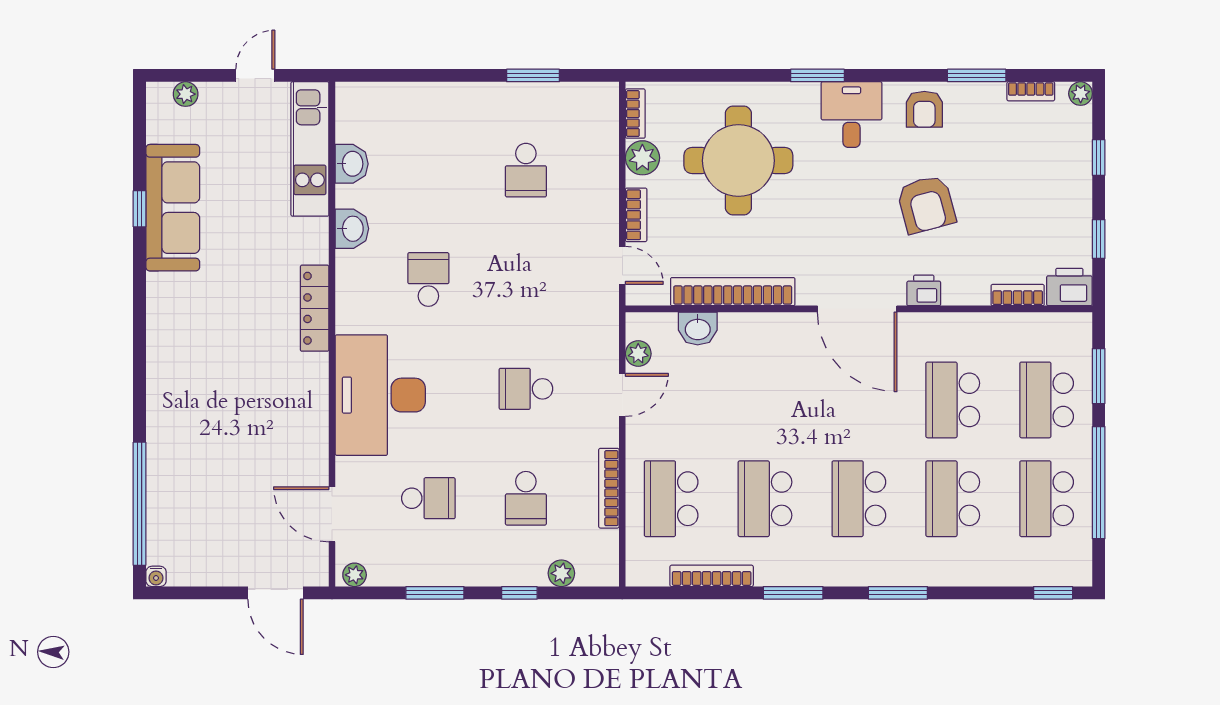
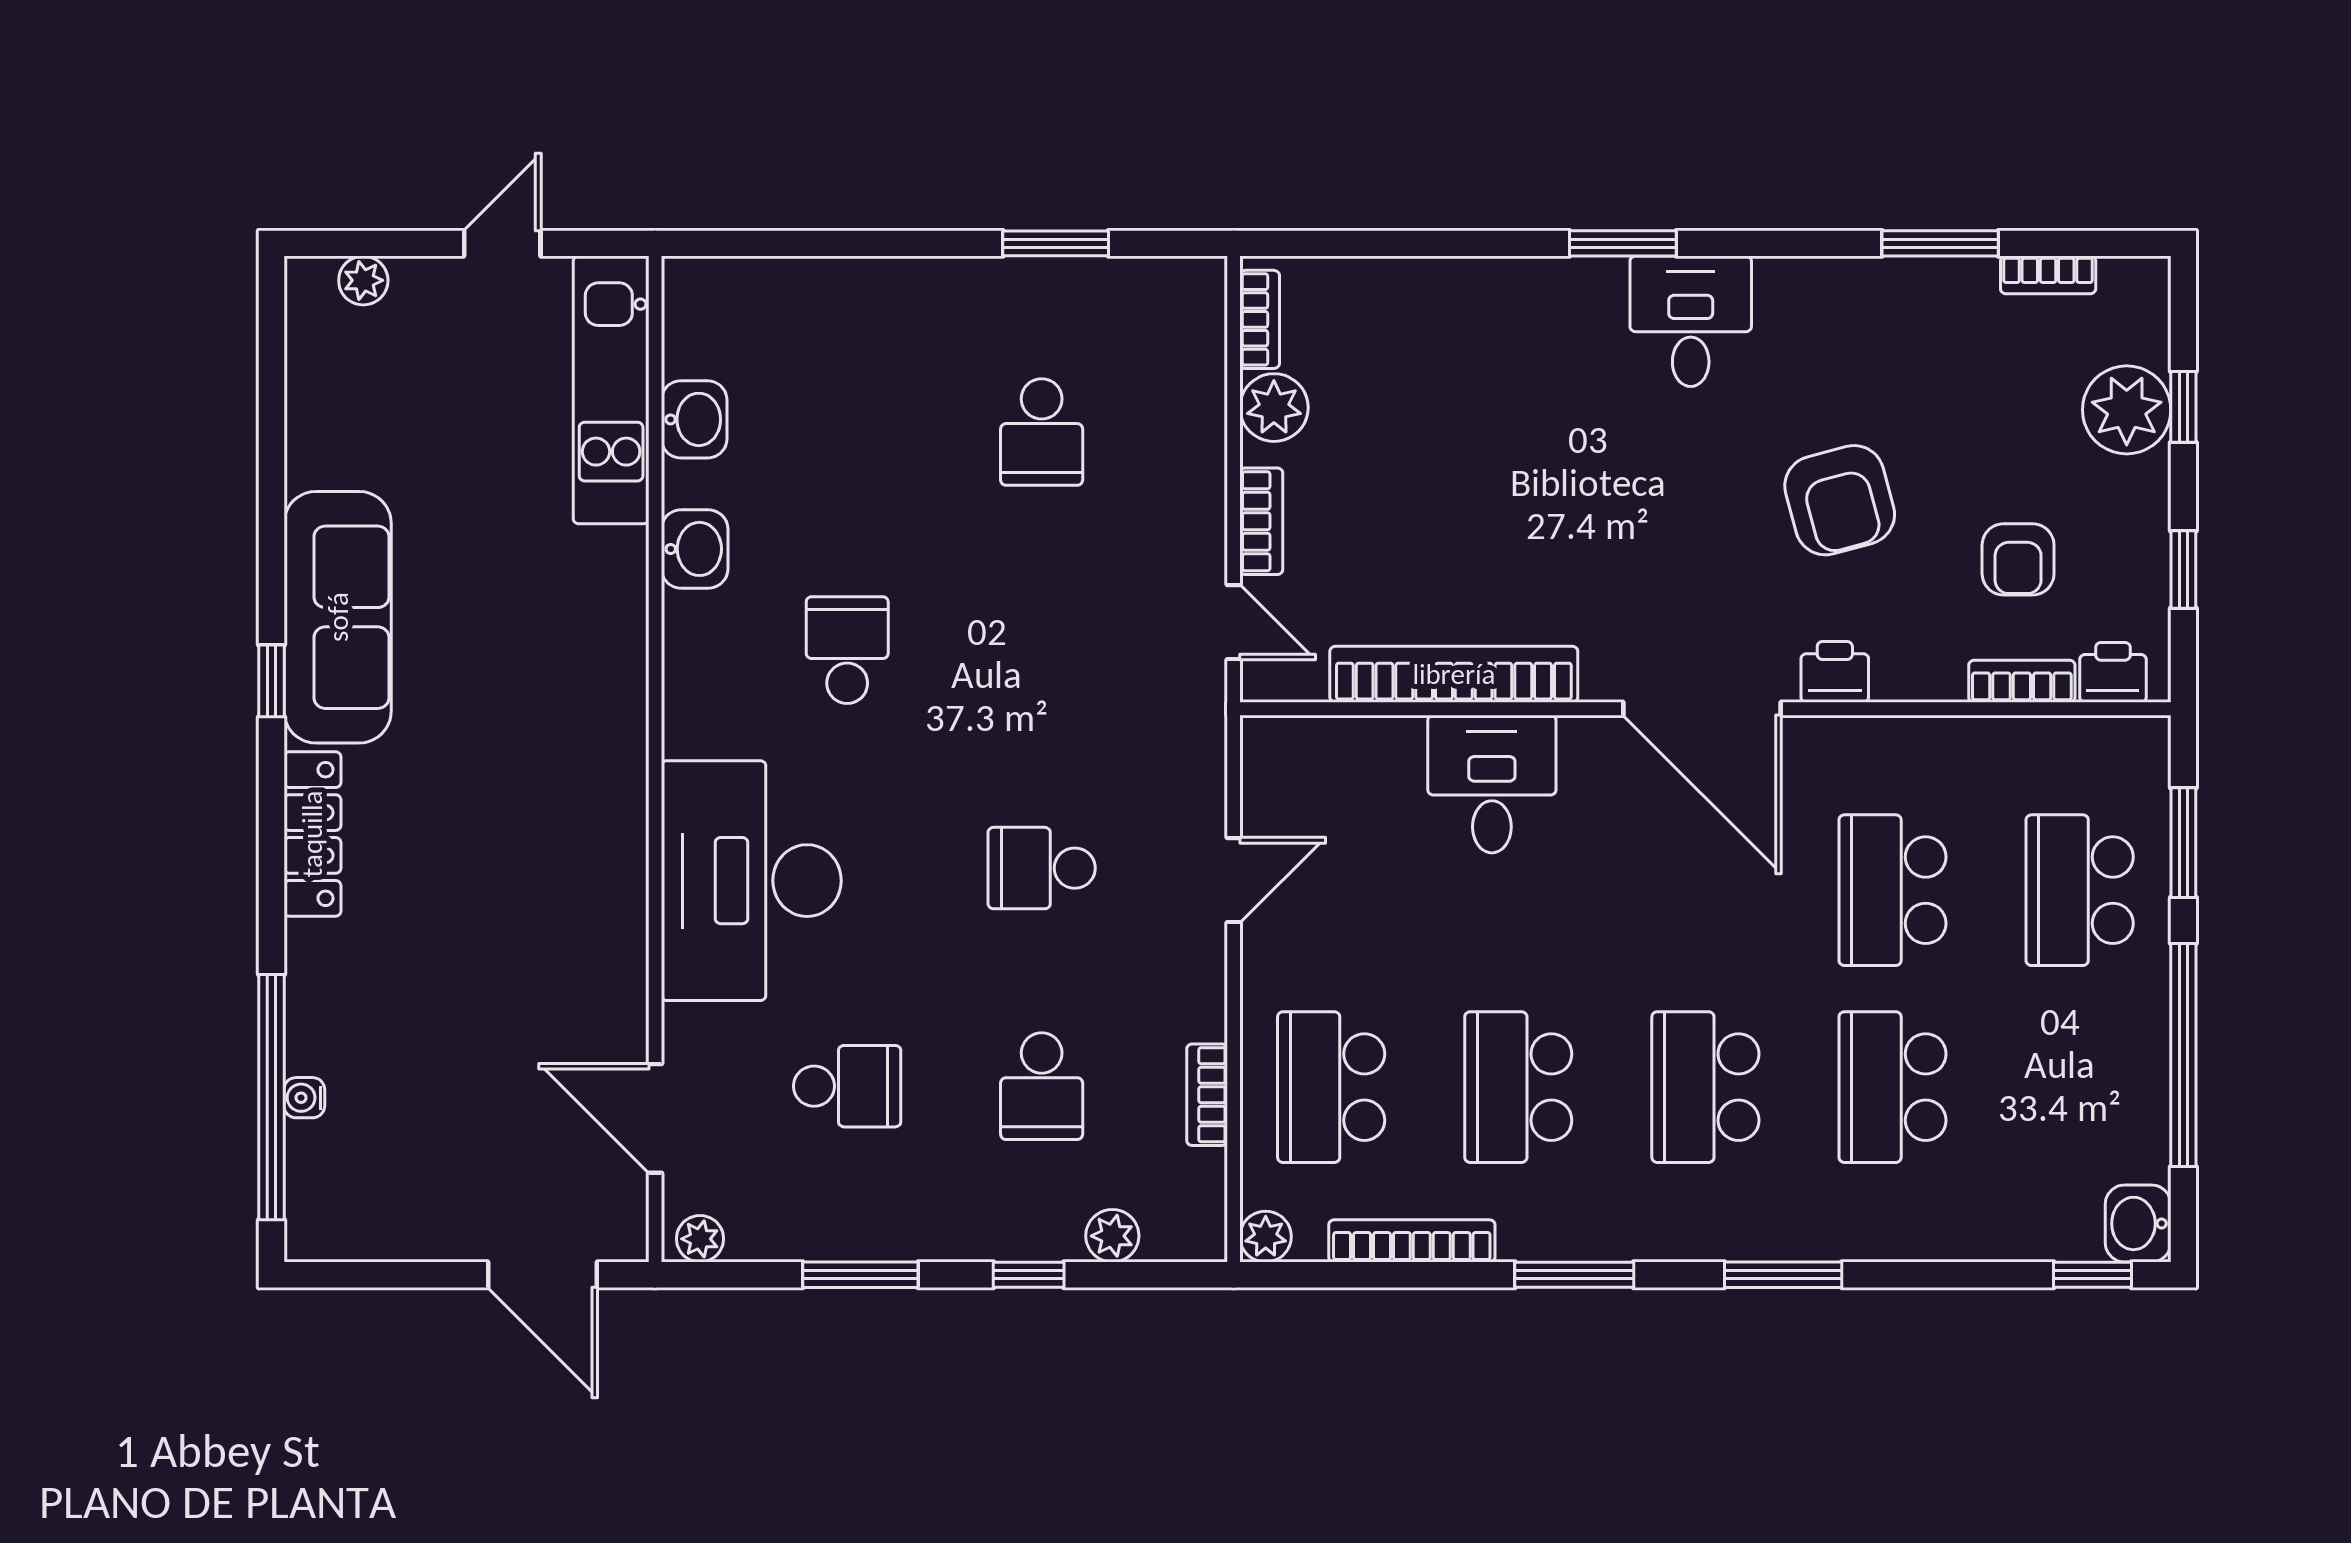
plant: (1081, 94) -> (2127, 410), moved, width x1.87, depth x1.87
armchair: (924, 109) -> (2018, 559), moved
round table: (738, 161) -> (1465, 413), removed
sofa: (173, 208) -> (338, 617), moved
window: (140, 209) -> (271, 681), moved
printer: (1069, 287) -> (2113, 672), width x0.73, depth x0.81
locker: (315, 308) -> (312, 834), moved, turned 180
washbasin: (698, 328) -> (2138, 1223), moved, turned 90
desk: (752, 347) -> (1492, 784), added
plant: (638, 354) -> (1266, 1237), moved
bookcase: (609, 488) -> (1207, 1095), width x0.64
school desk: (1047, 499) -> (2080, 1087), removed
water cooler: (156, 576) -> (304, 1098), moved, turned 90

